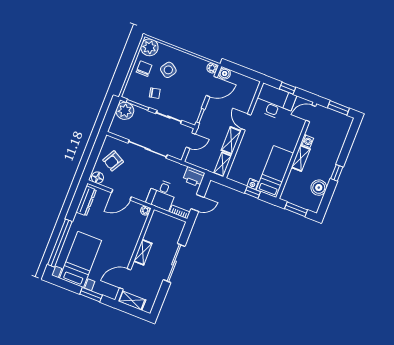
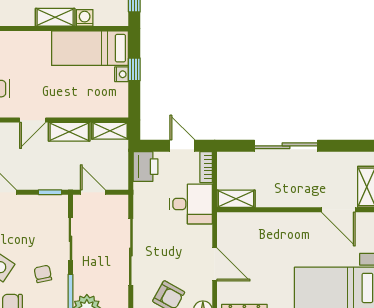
washing machine: (307, 141) -> (85, 18), moved
plant: (145, 211) -> (224, 219), removed
shelving: (143, 252) -> (236, 199), moved

